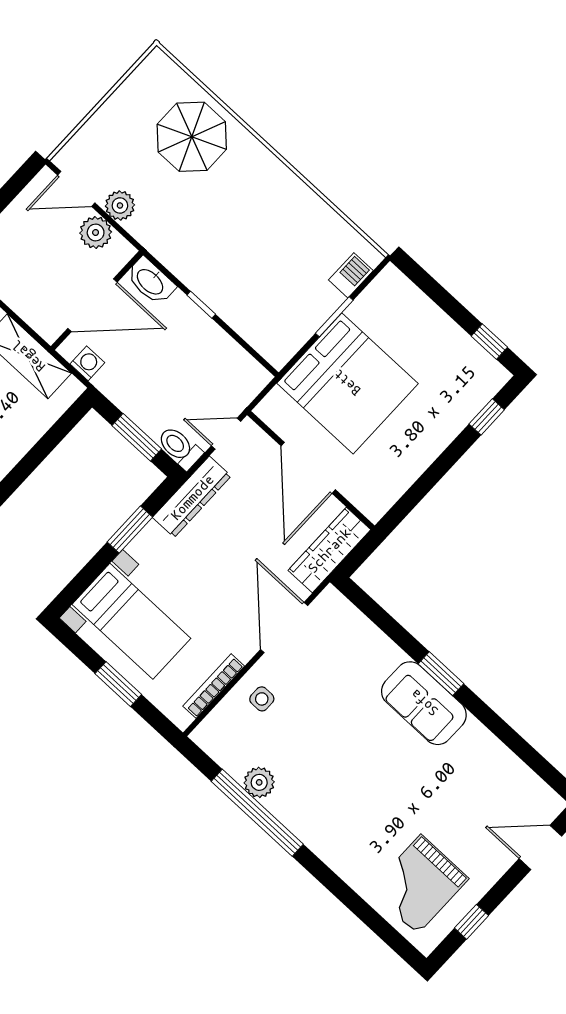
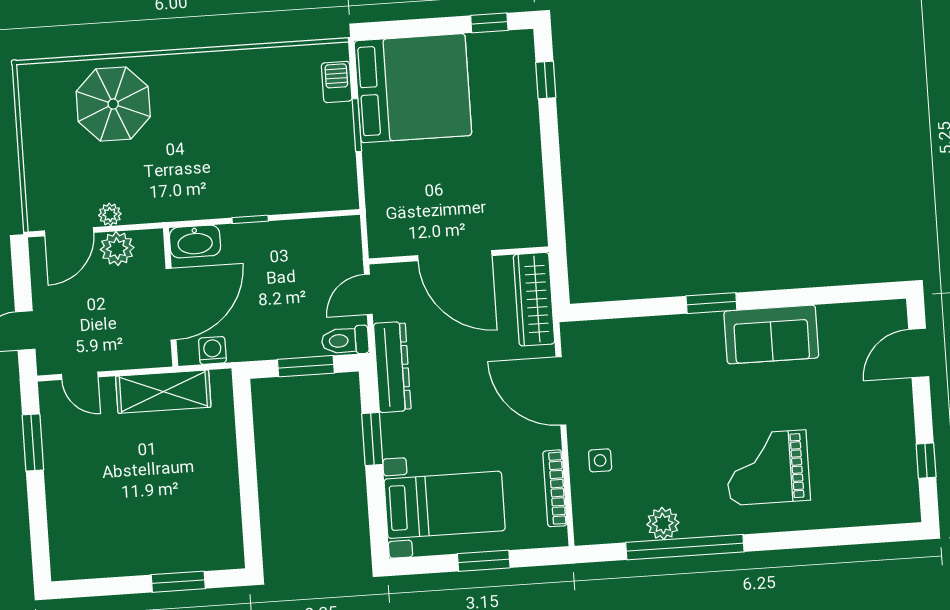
plant: (120, 205) -> (110, 214), width x0.73, depth x0.73
bed: (347, 383) -> (413, 88), moved
sofa: (424, 703) -> (771, 334), moved
grand piano: (419, 884) -> (768, 468), moved, turned 90

